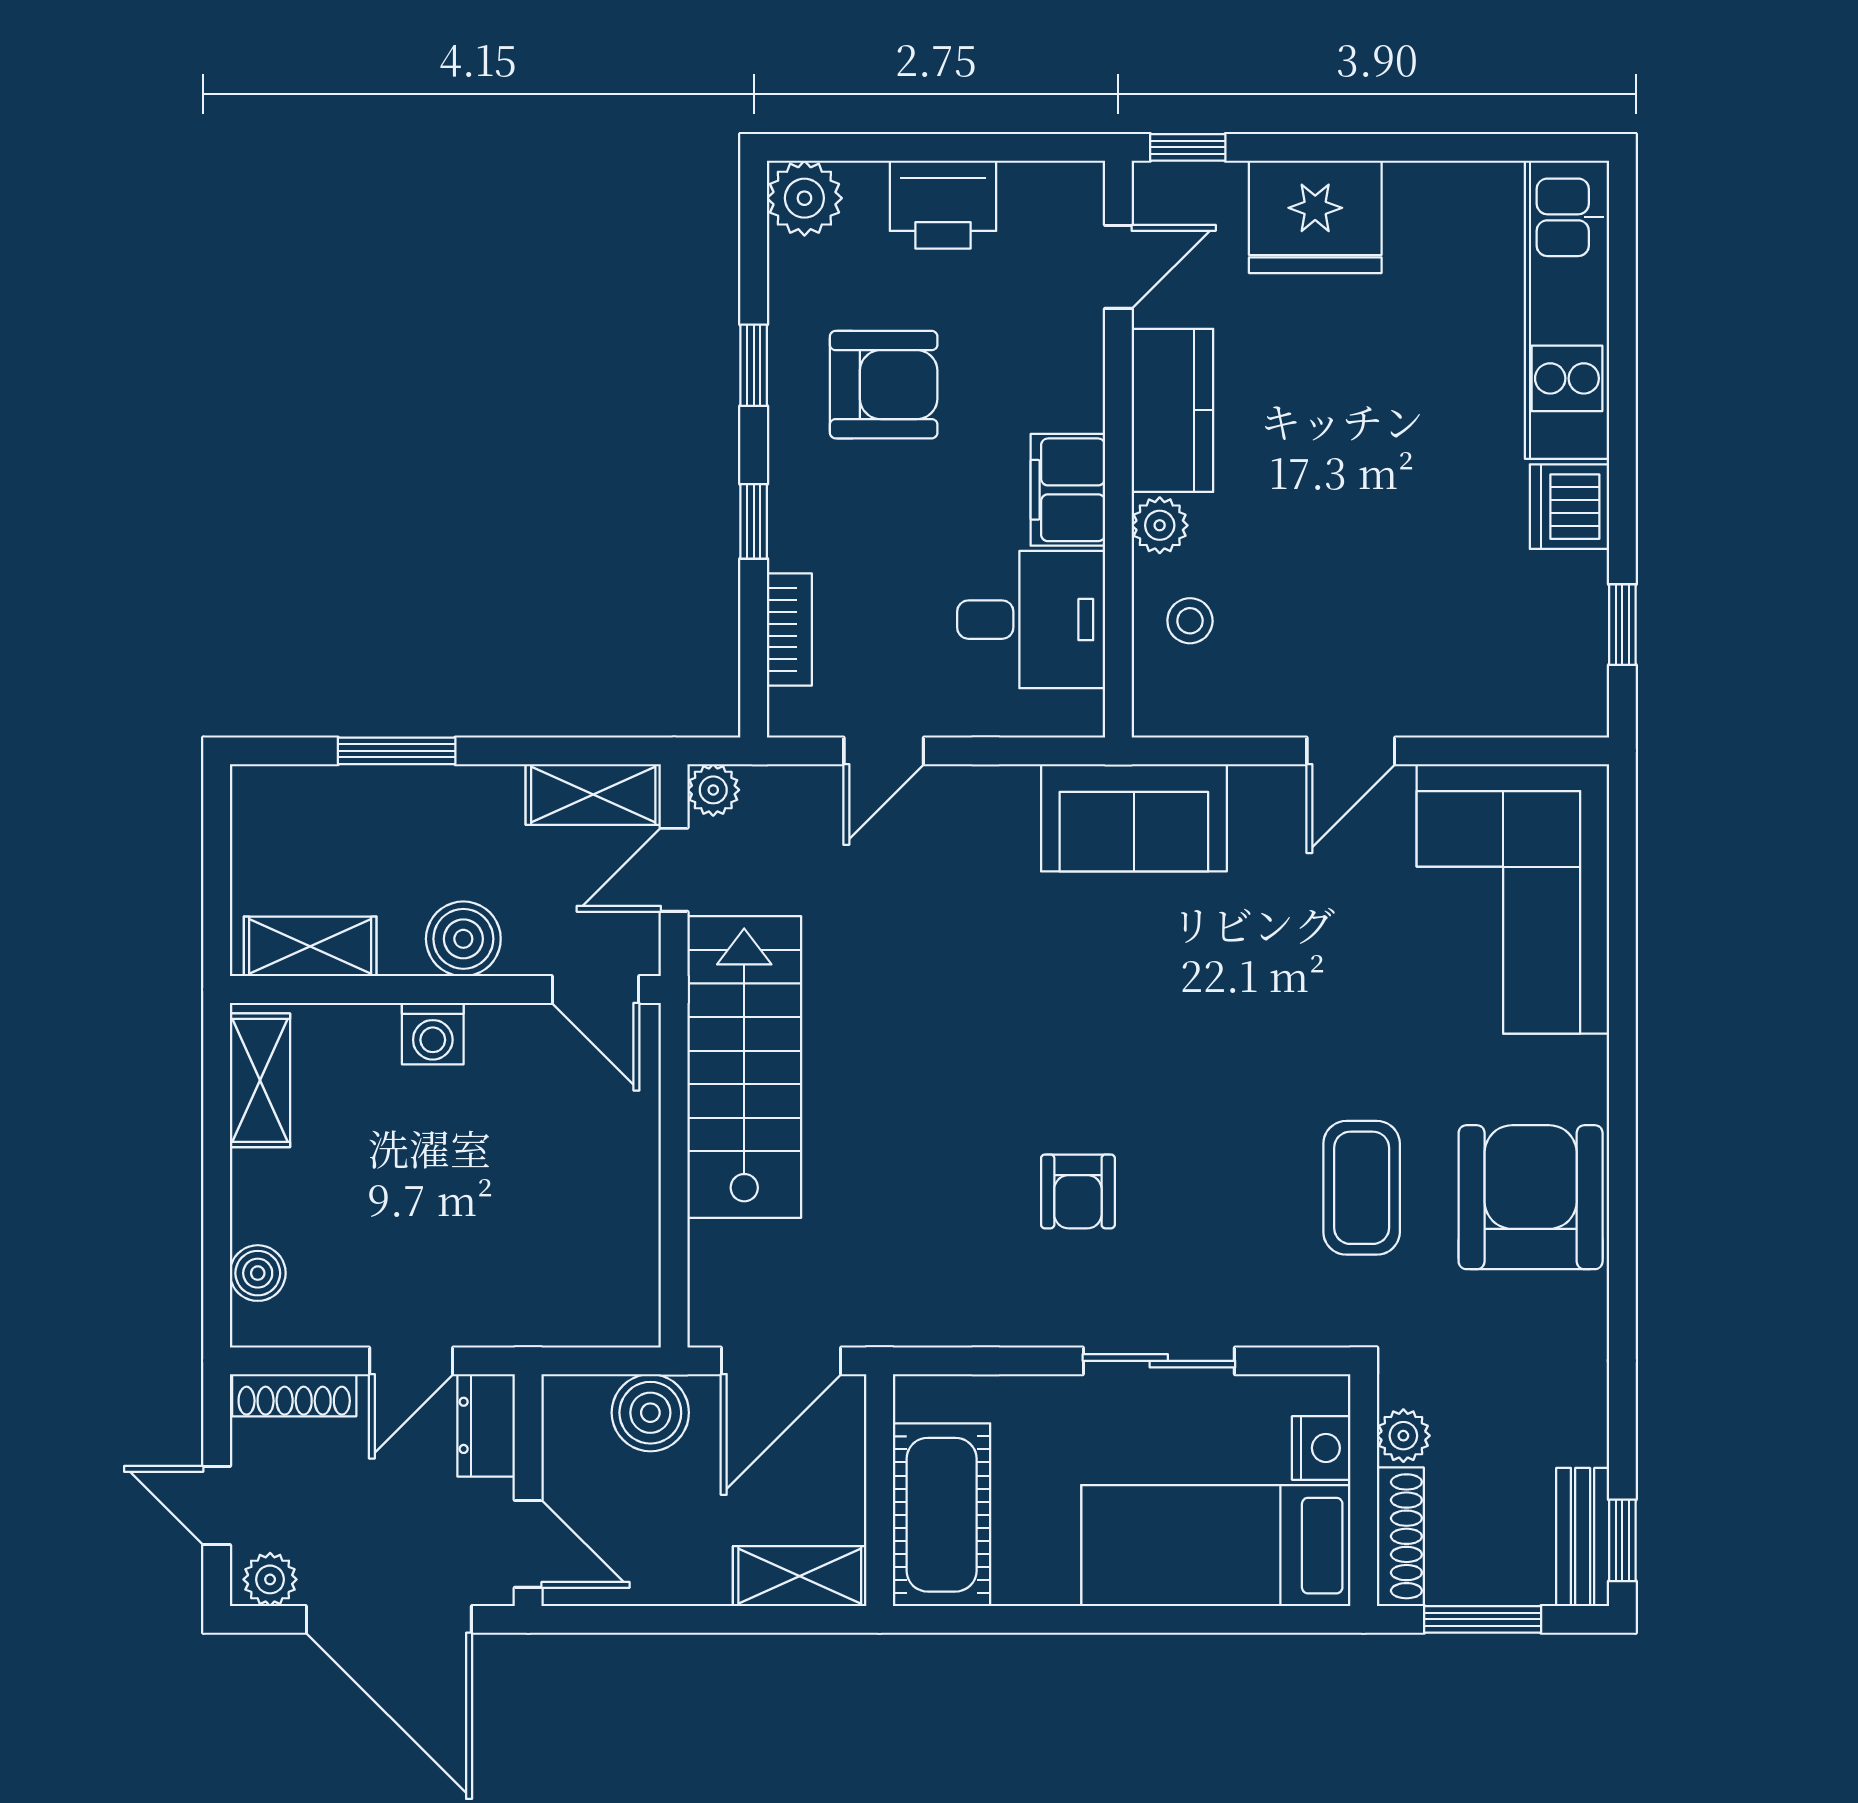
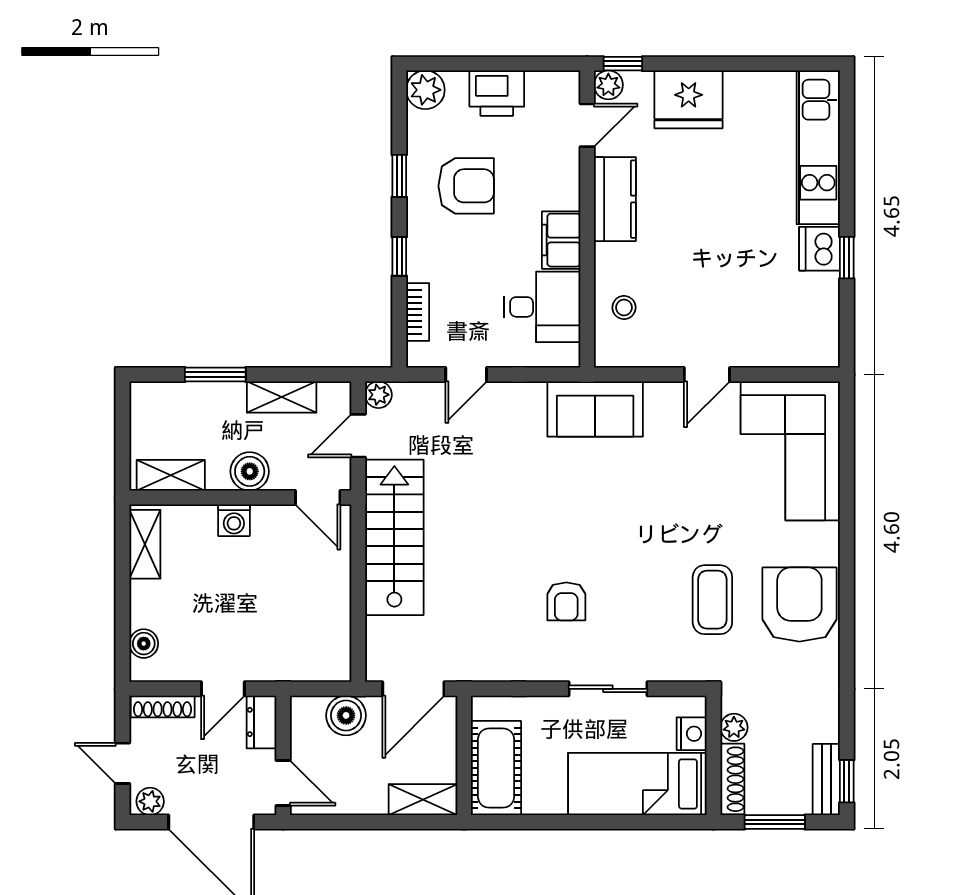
plant: (1160, 525) -> (608, 85), moved
window: (1622, 625) -> (847, 258), moved
shelving: (593, 794) -> (282, 397), moved

